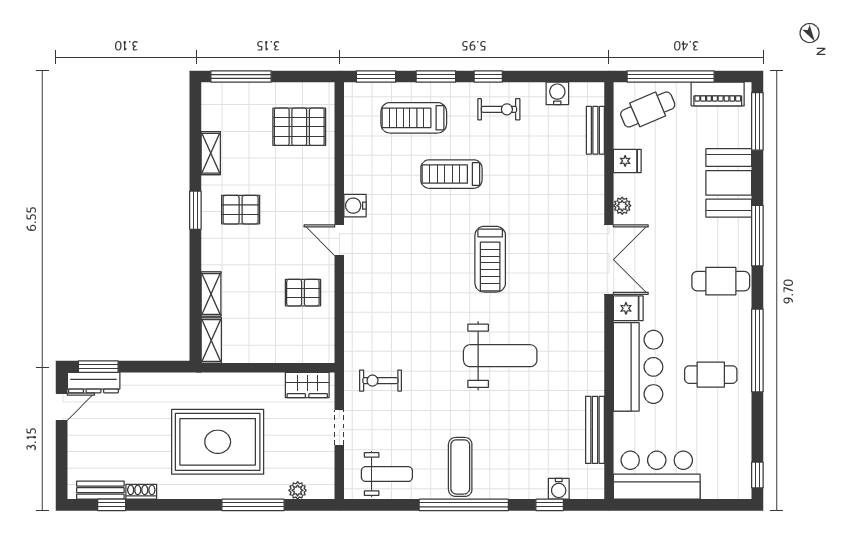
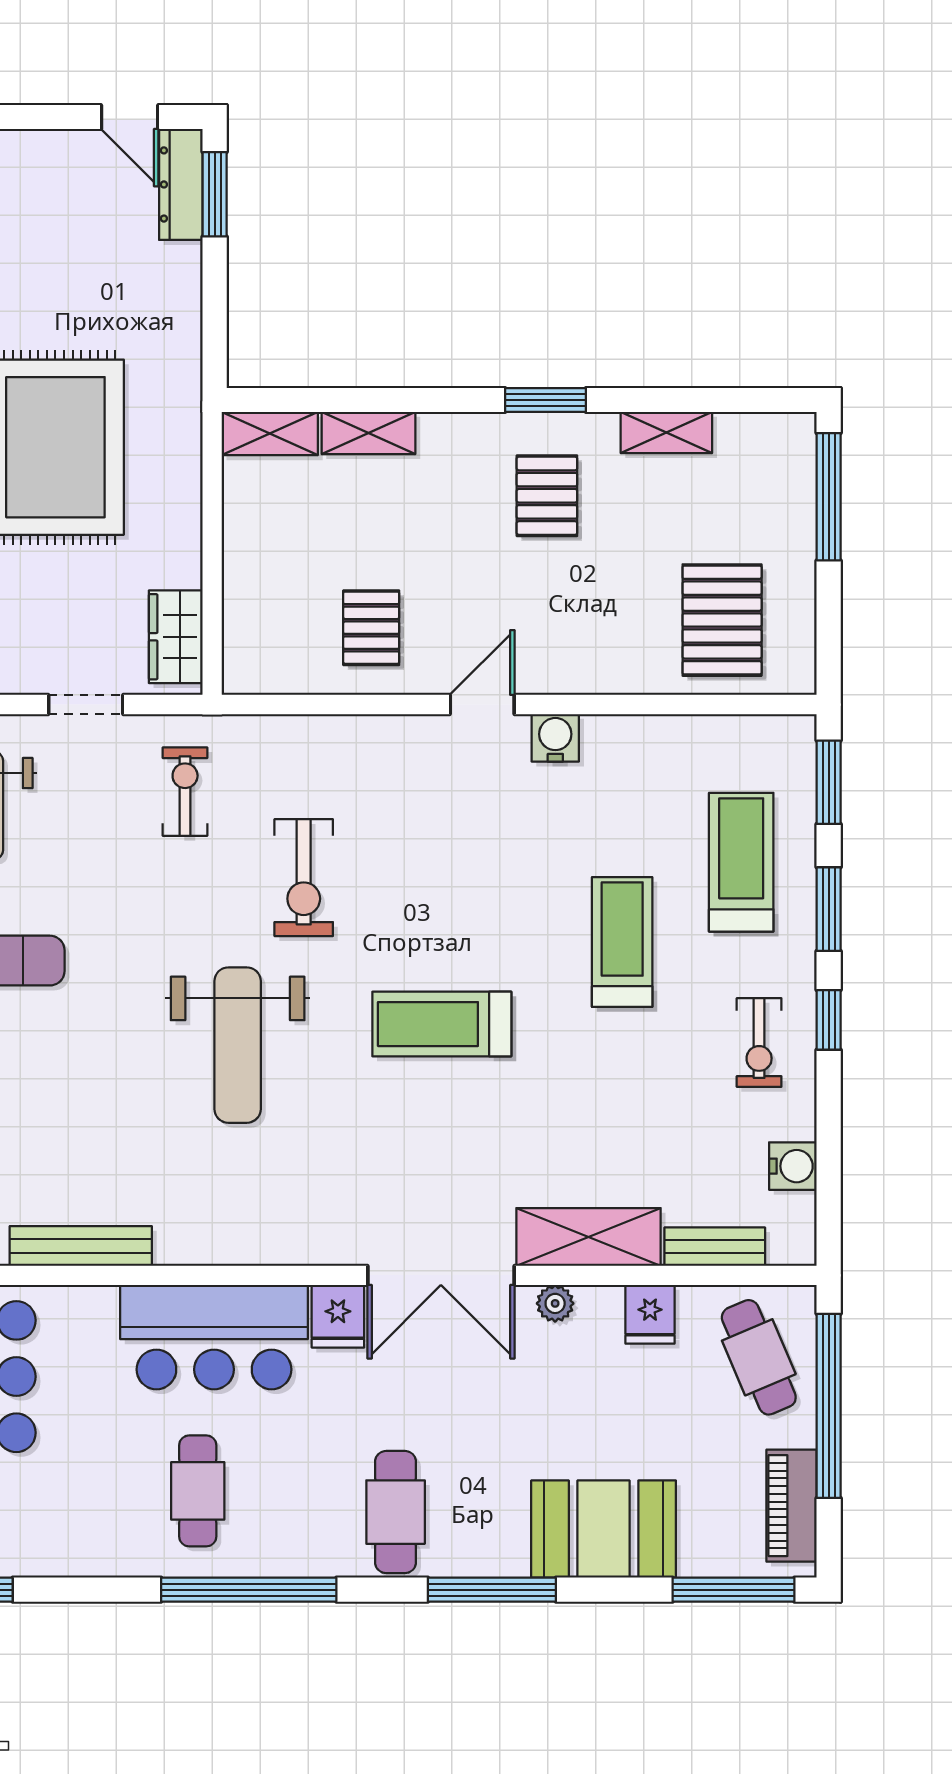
shelving: (591, 190) -> (589, 1237), added
exercise bike: (421, 325) -> (304, 878), added

